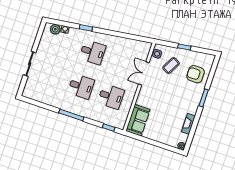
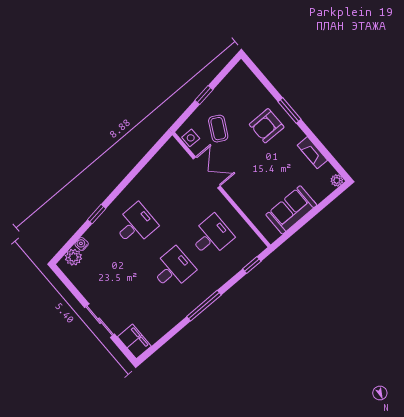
double door: (144, 73) -> (207, 172), swing flipped
armchair: (196, 74) -> (267, 126), moved
filing cabinet: (30, 89) -> (134, 341), added
sofa: (138, 120) -> (291, 210), moved, turned -90

